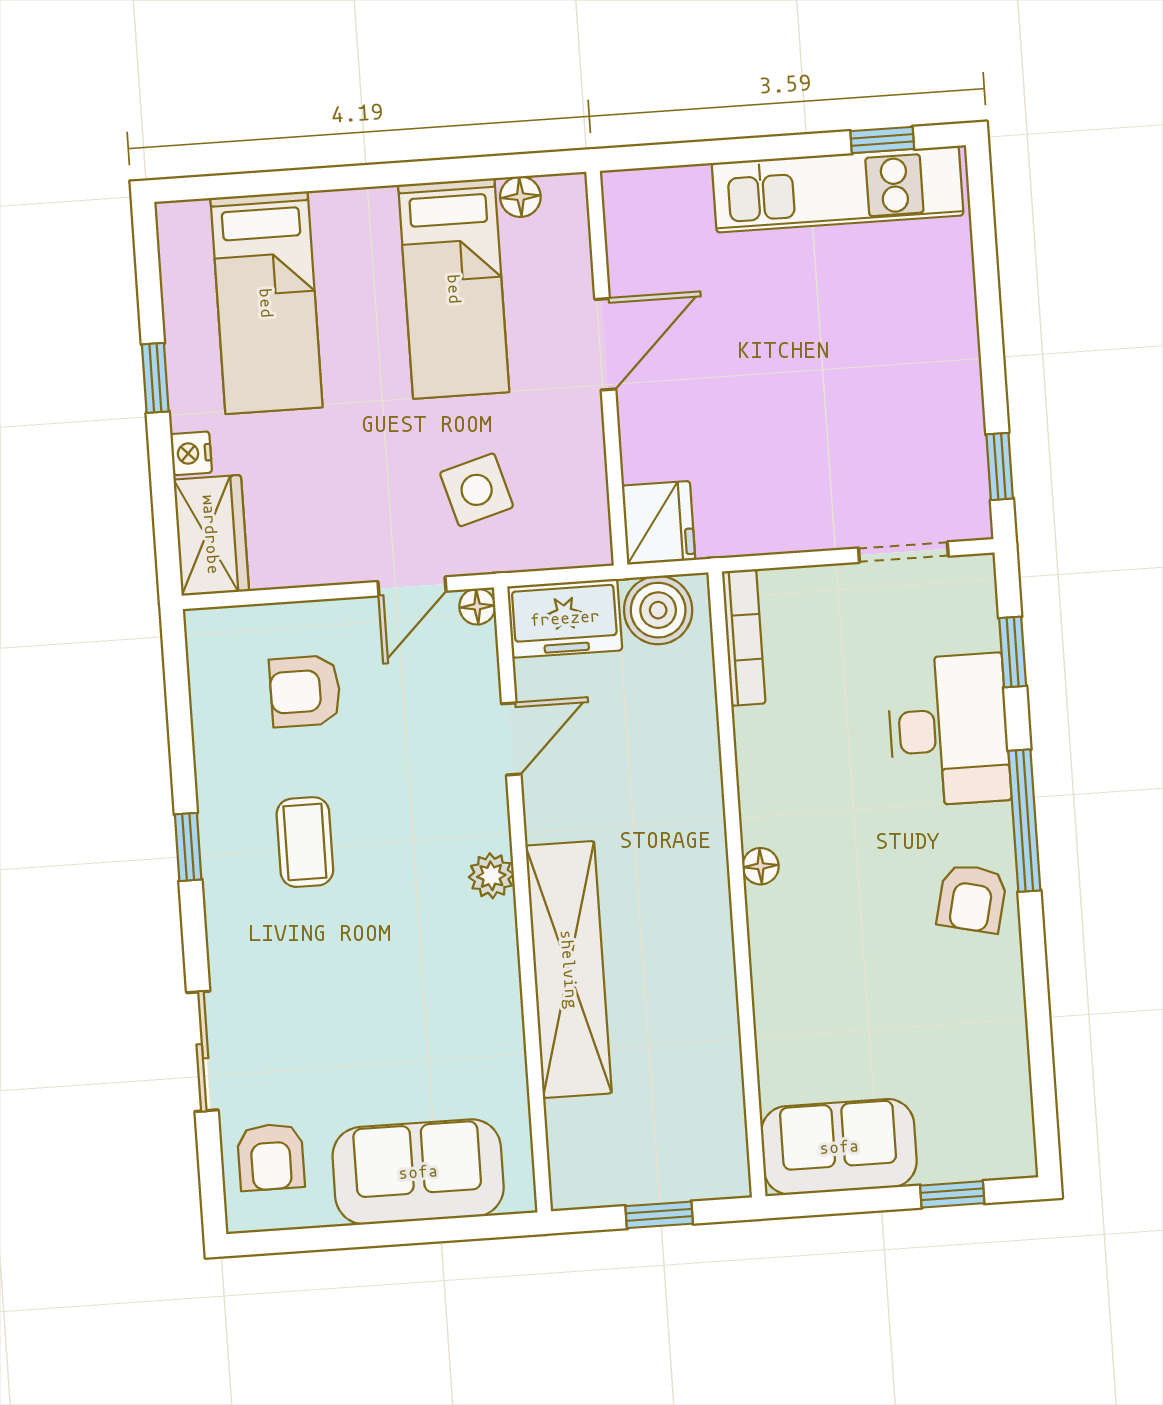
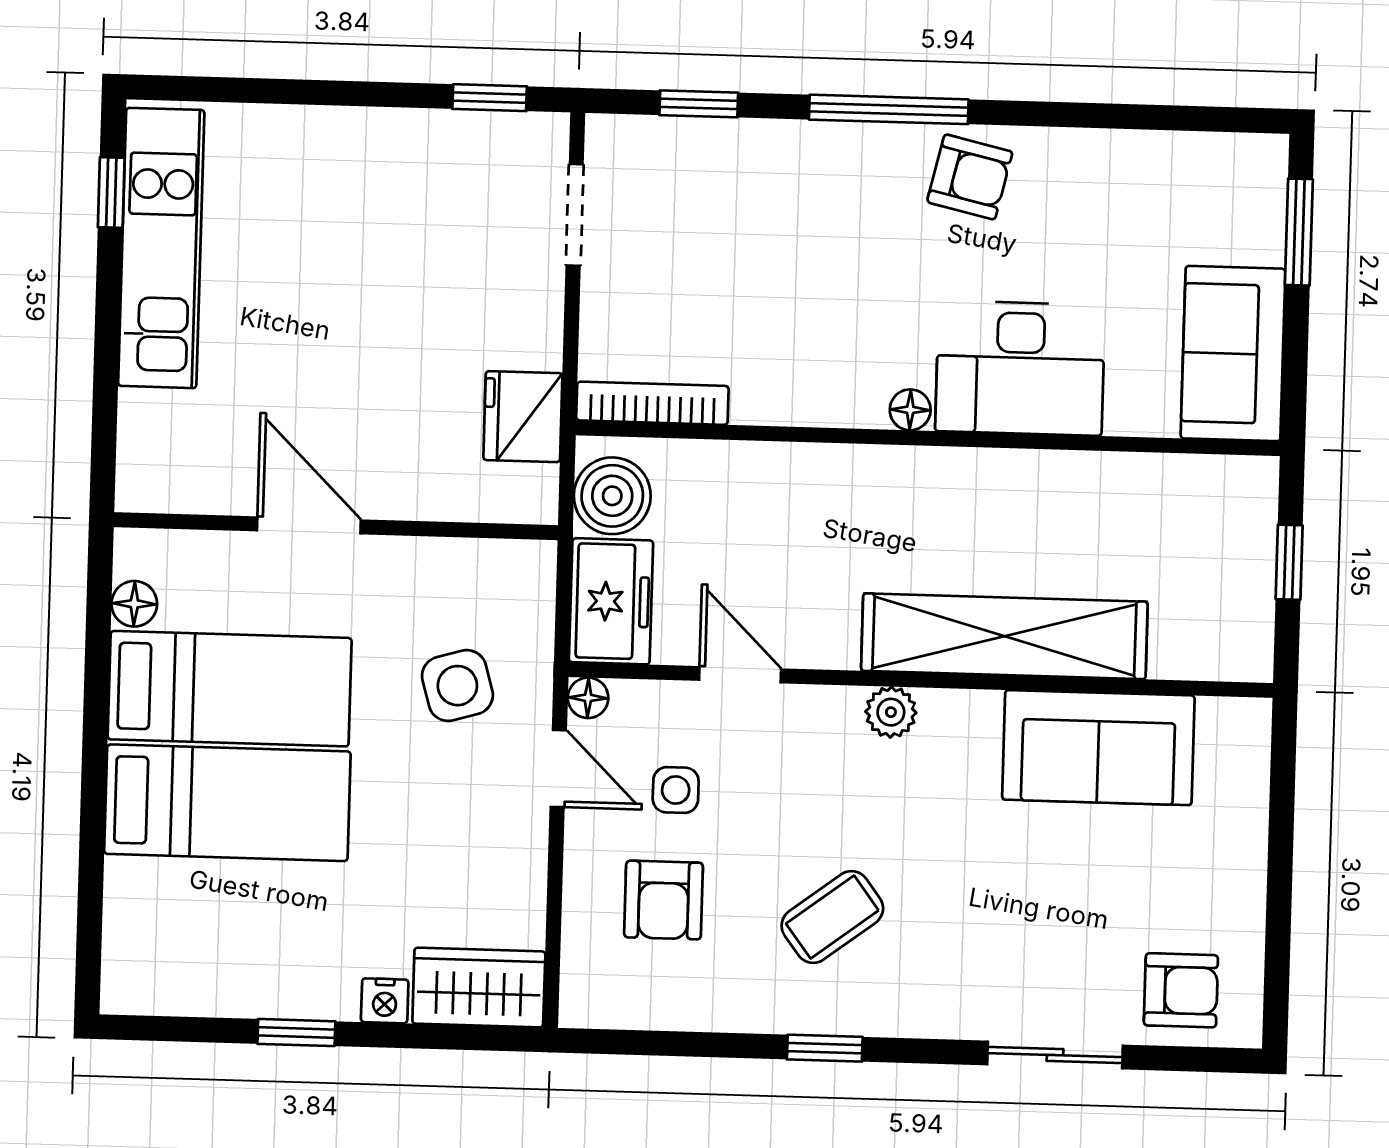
bed: (266, 303) -> (227, 803), moved
fridge: (659, 523) -> (523, 417), moved, turned -90
side table: (403, 692) -> (676, 790), added
desk: (949, 730) -> (1020, 368), moved, turned 180
coffee table: (305, 842) -> (832, 917), turned -37
sofa: (418, 1172) -> (1098, 748), moved, turned -90
window: (952, 1194) -> (1299, 232), width x1.50

